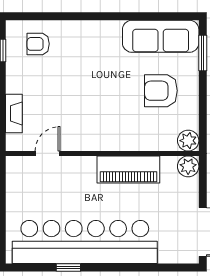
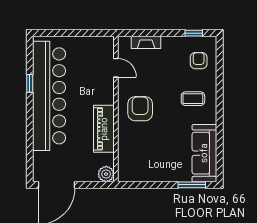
coffee table: (88, 52) -> (193, 99), added
armchair: (161, 91) -> (140, 109), moved
plant: (188, 141) -> (126, 174), removed

